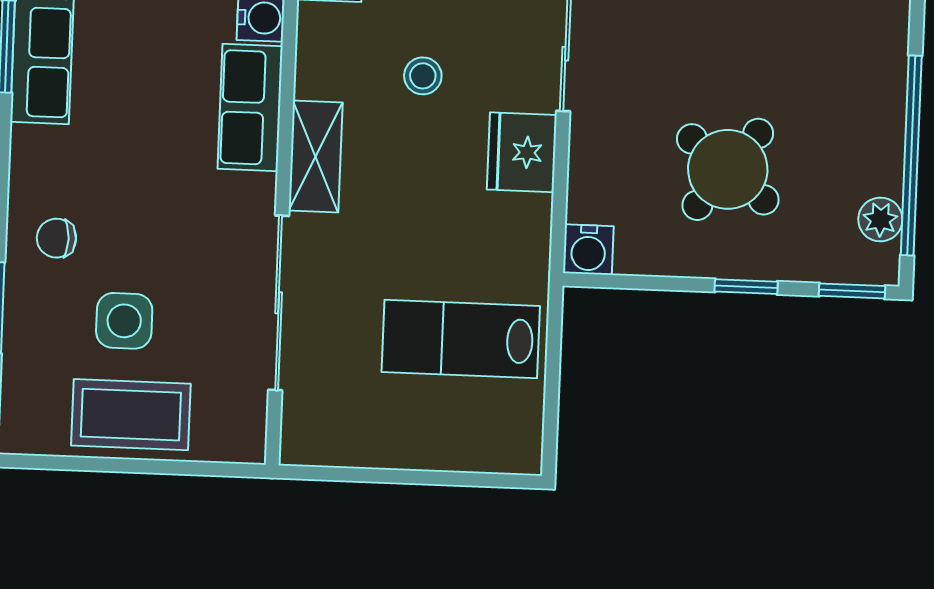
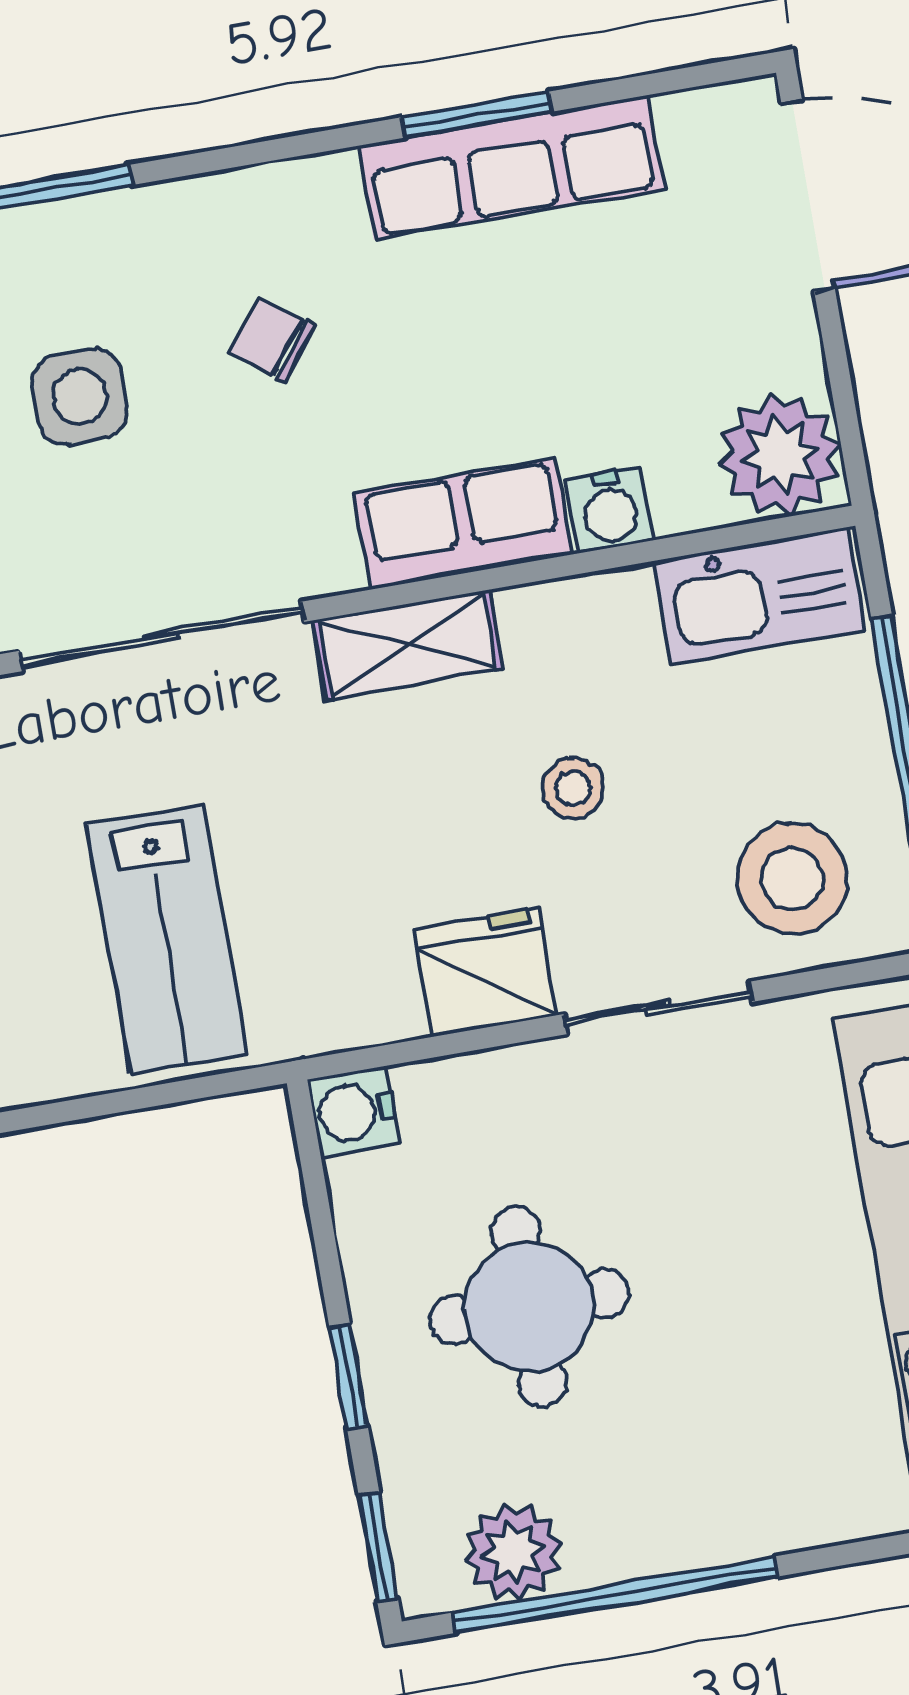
round table: (728, 169) -> (529, 1307), turned -38
plant: (880, 219) -> (513, 1552), width x1.38, depth x1.38
chair: (56, 238) -> (272, 339), moved, turned -52
lab bench: (461, 339) -> (167, 939), turned 180

